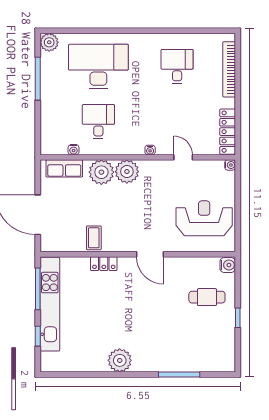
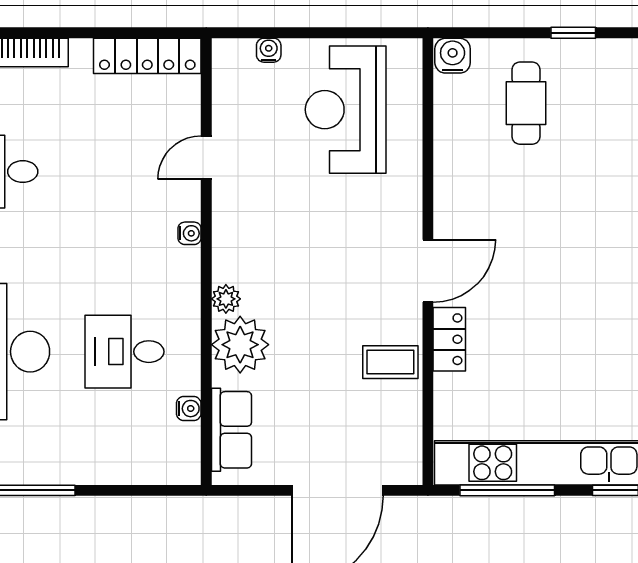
water cooler: (230, 165) -> (269, 50), moved
plant: (127, 172) -> (226, 299), width x0.53, depth x0.53
door: (150, 254) -> (428, 271), moved

